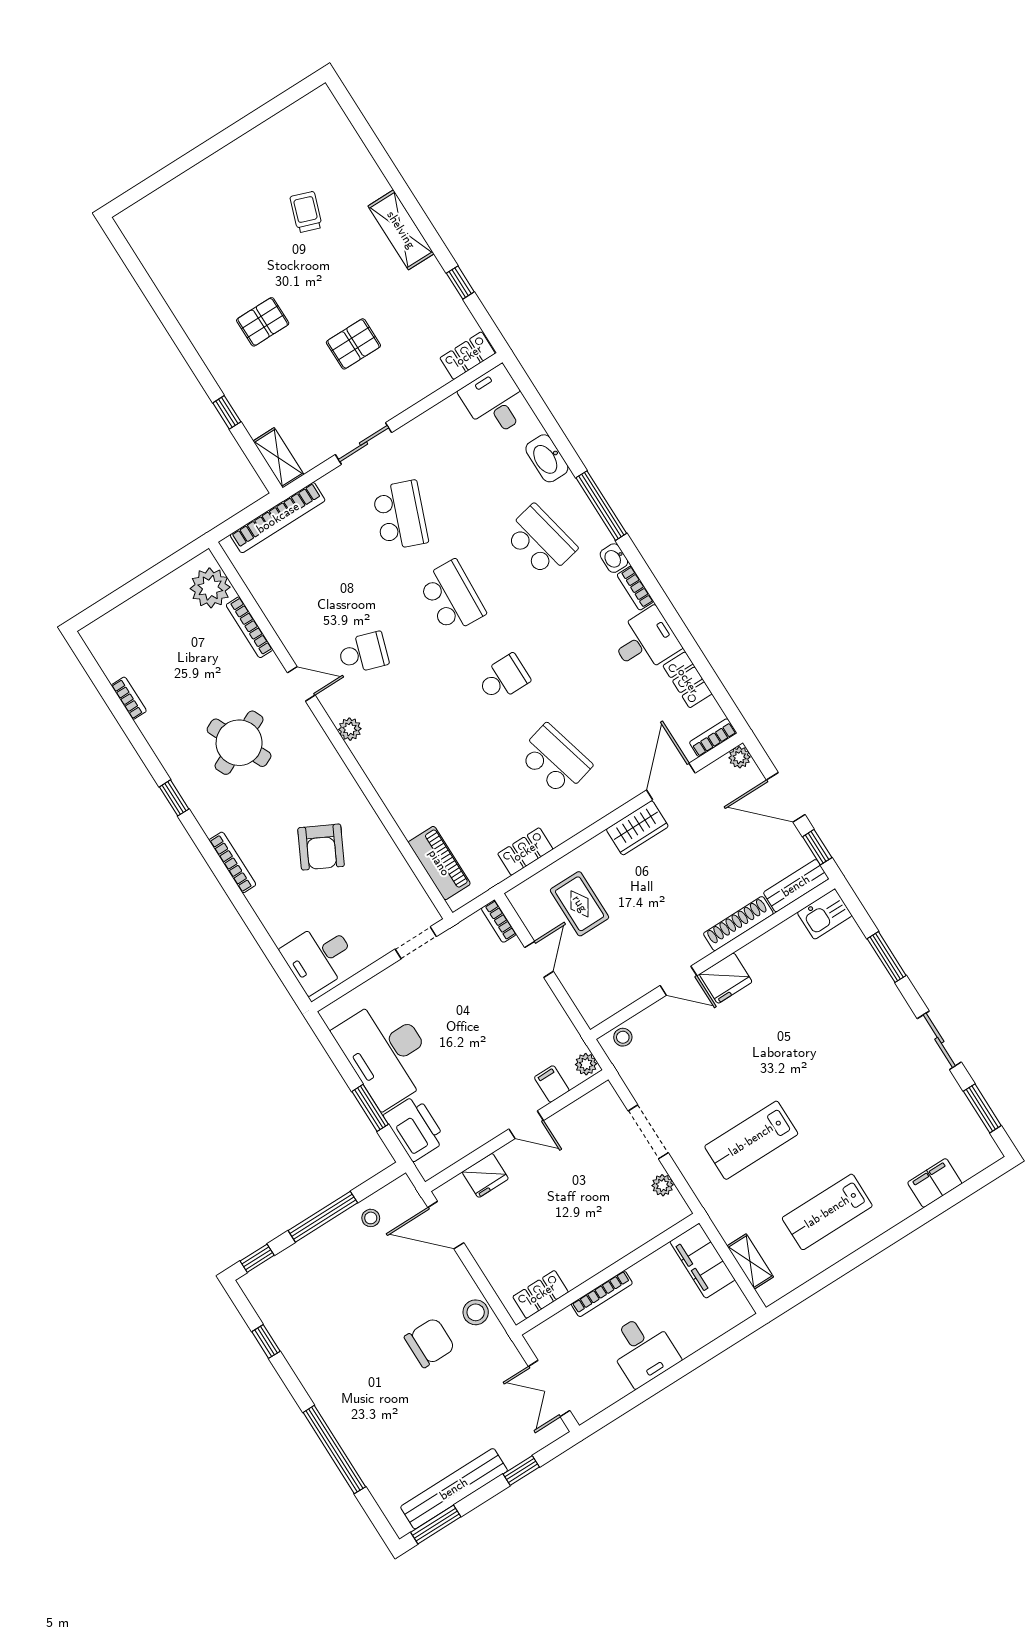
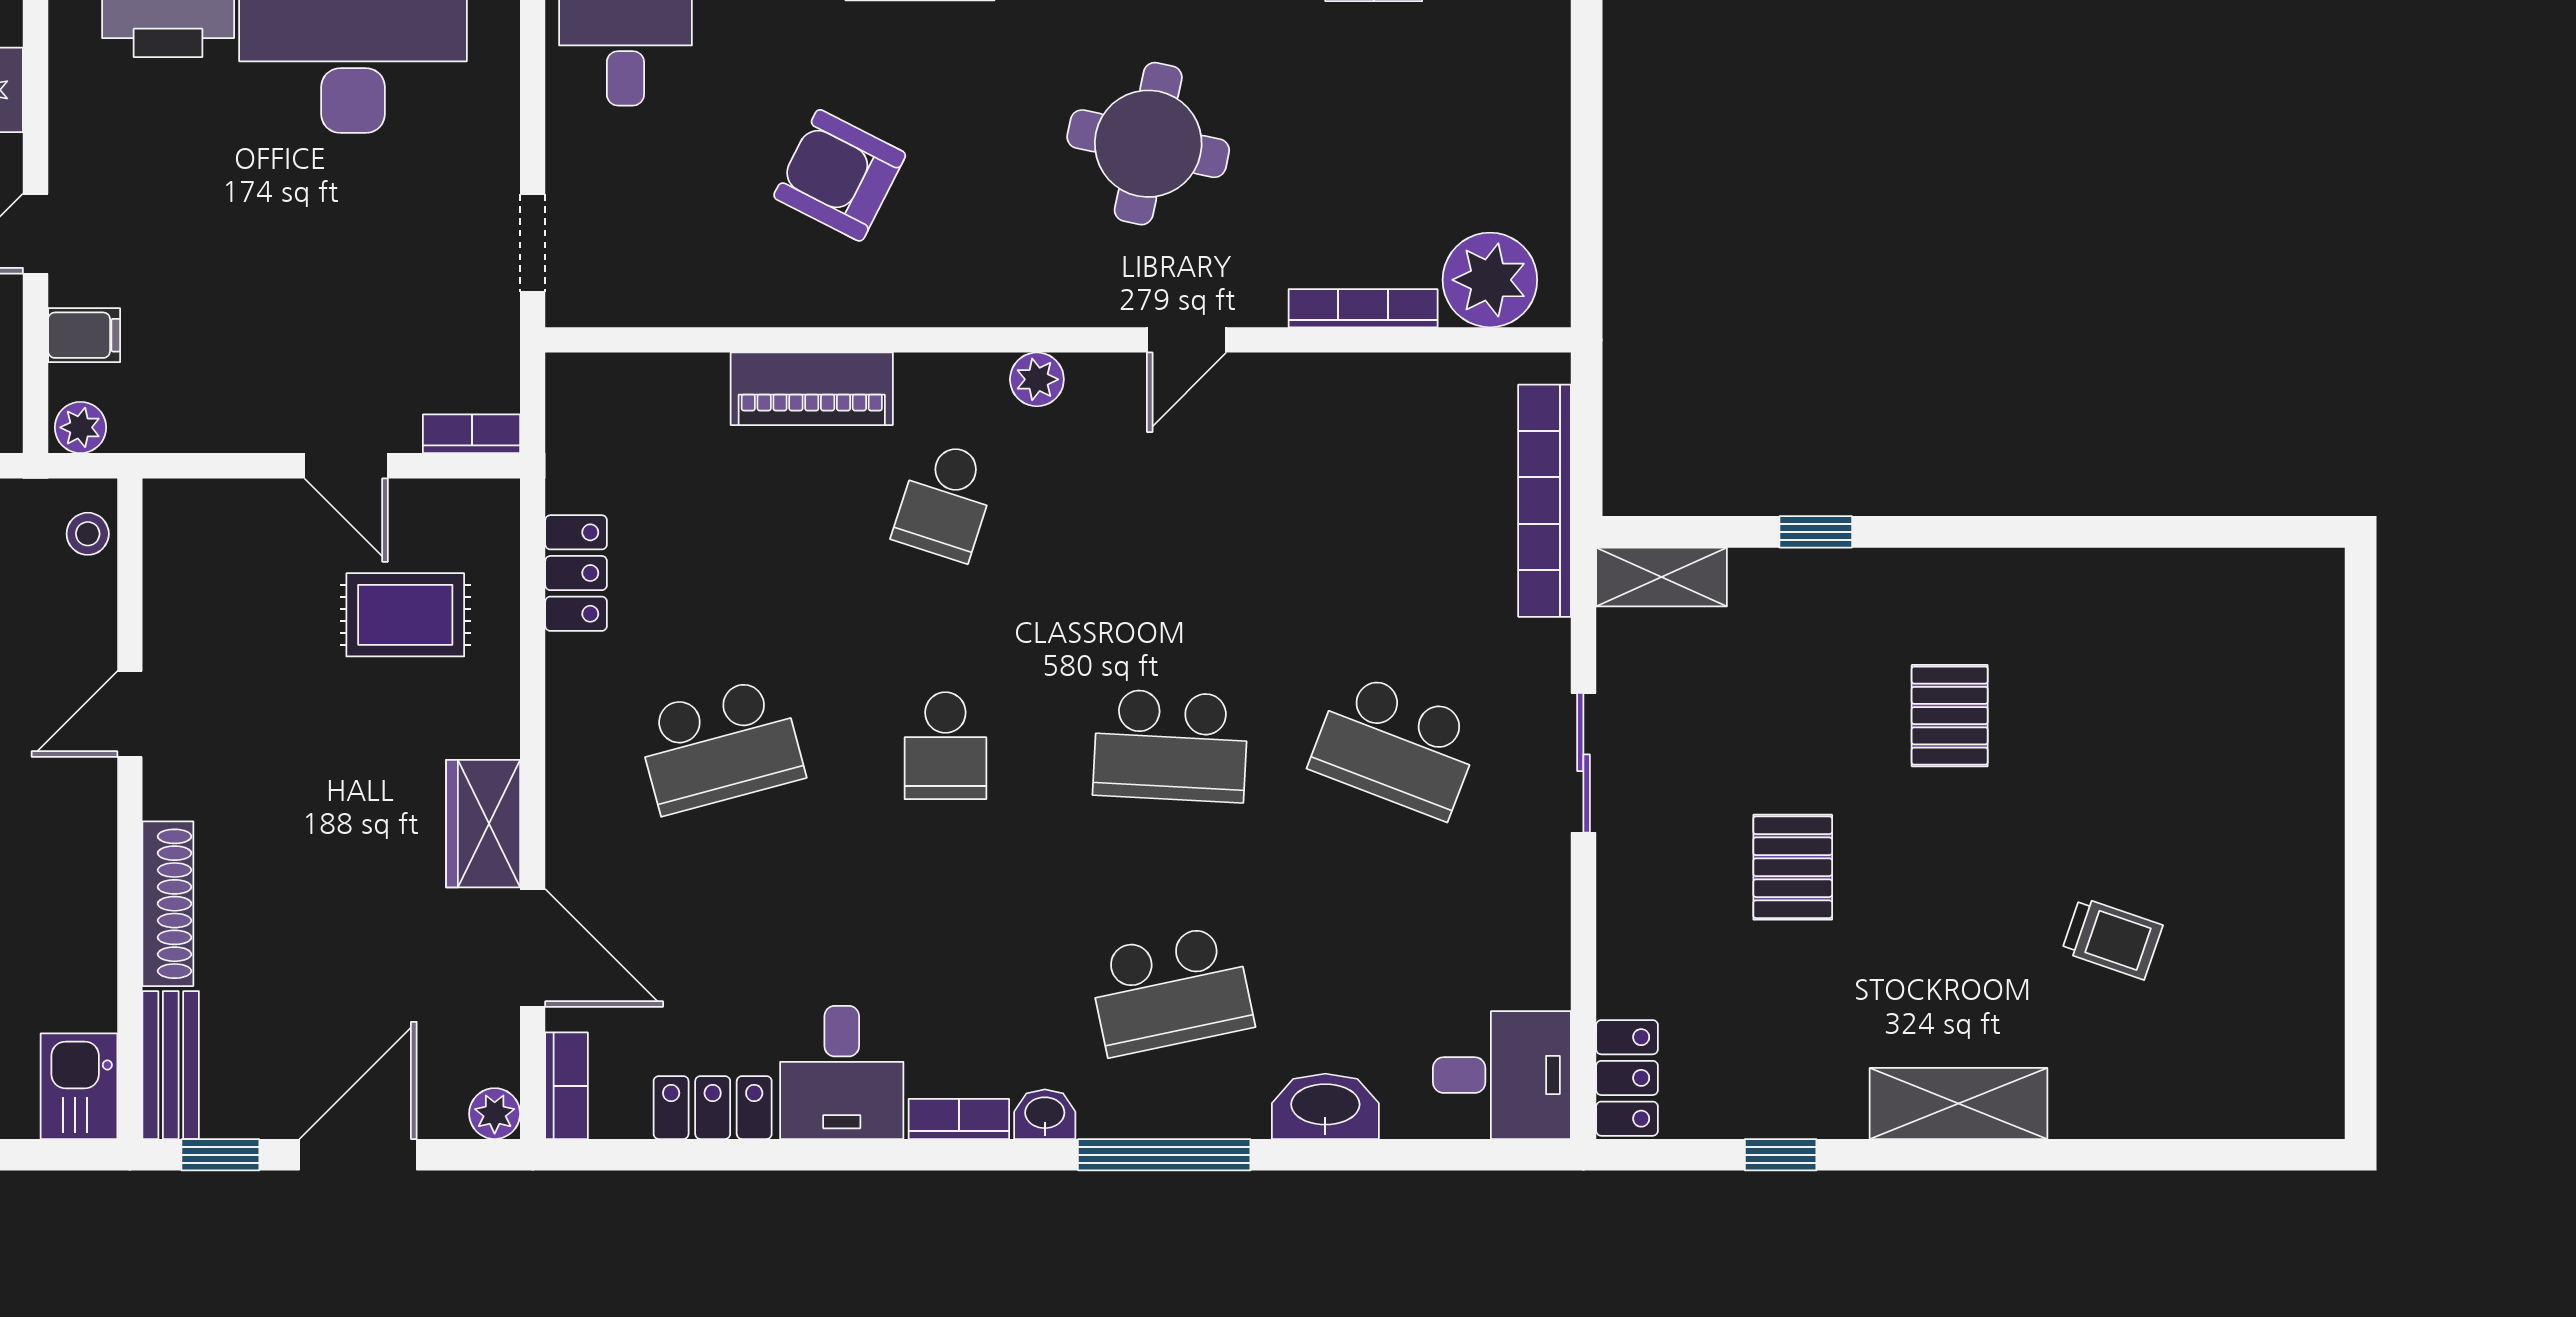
school desk: (363, 653) -> (945, 501), moved
round table: (239, 743) -> (1148, 144), turned 37
piano: (439, 863) -> (812, 389), moved
fridge: (726, 978) -> (76, 811), removed

